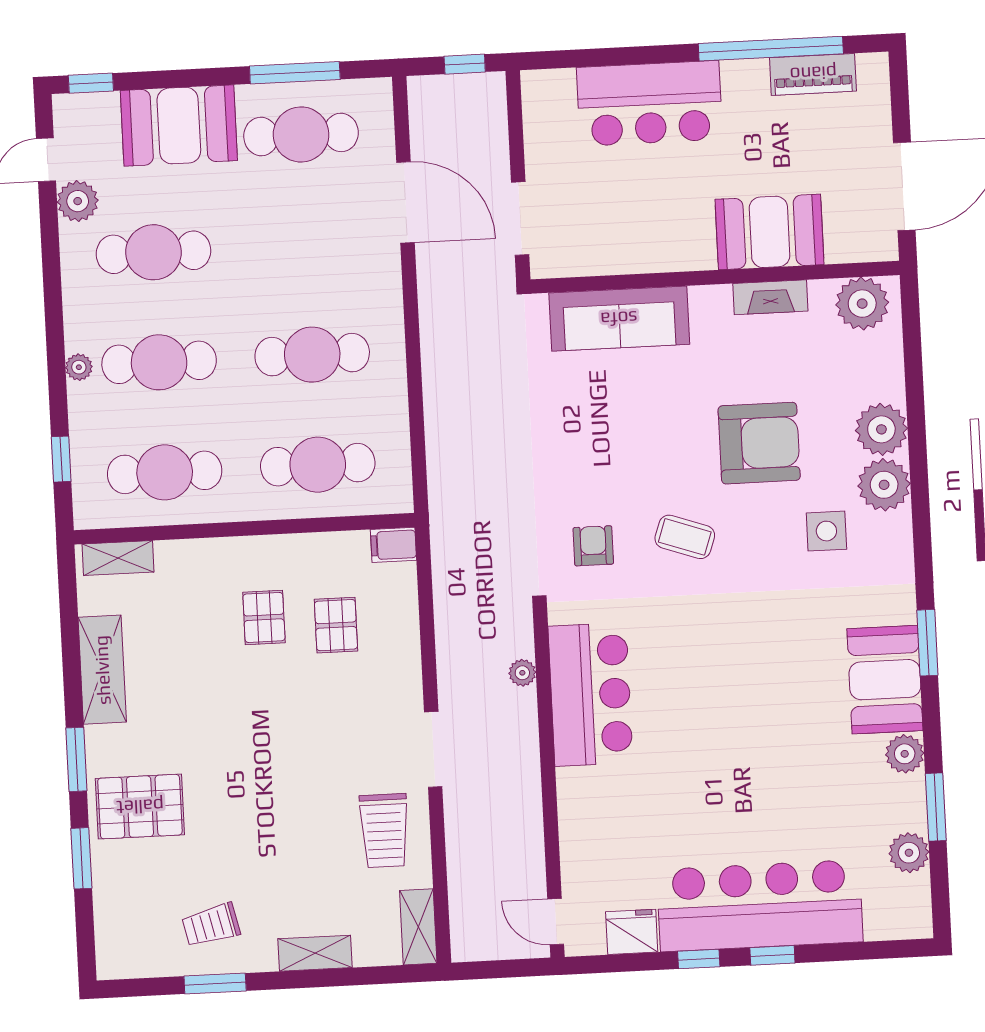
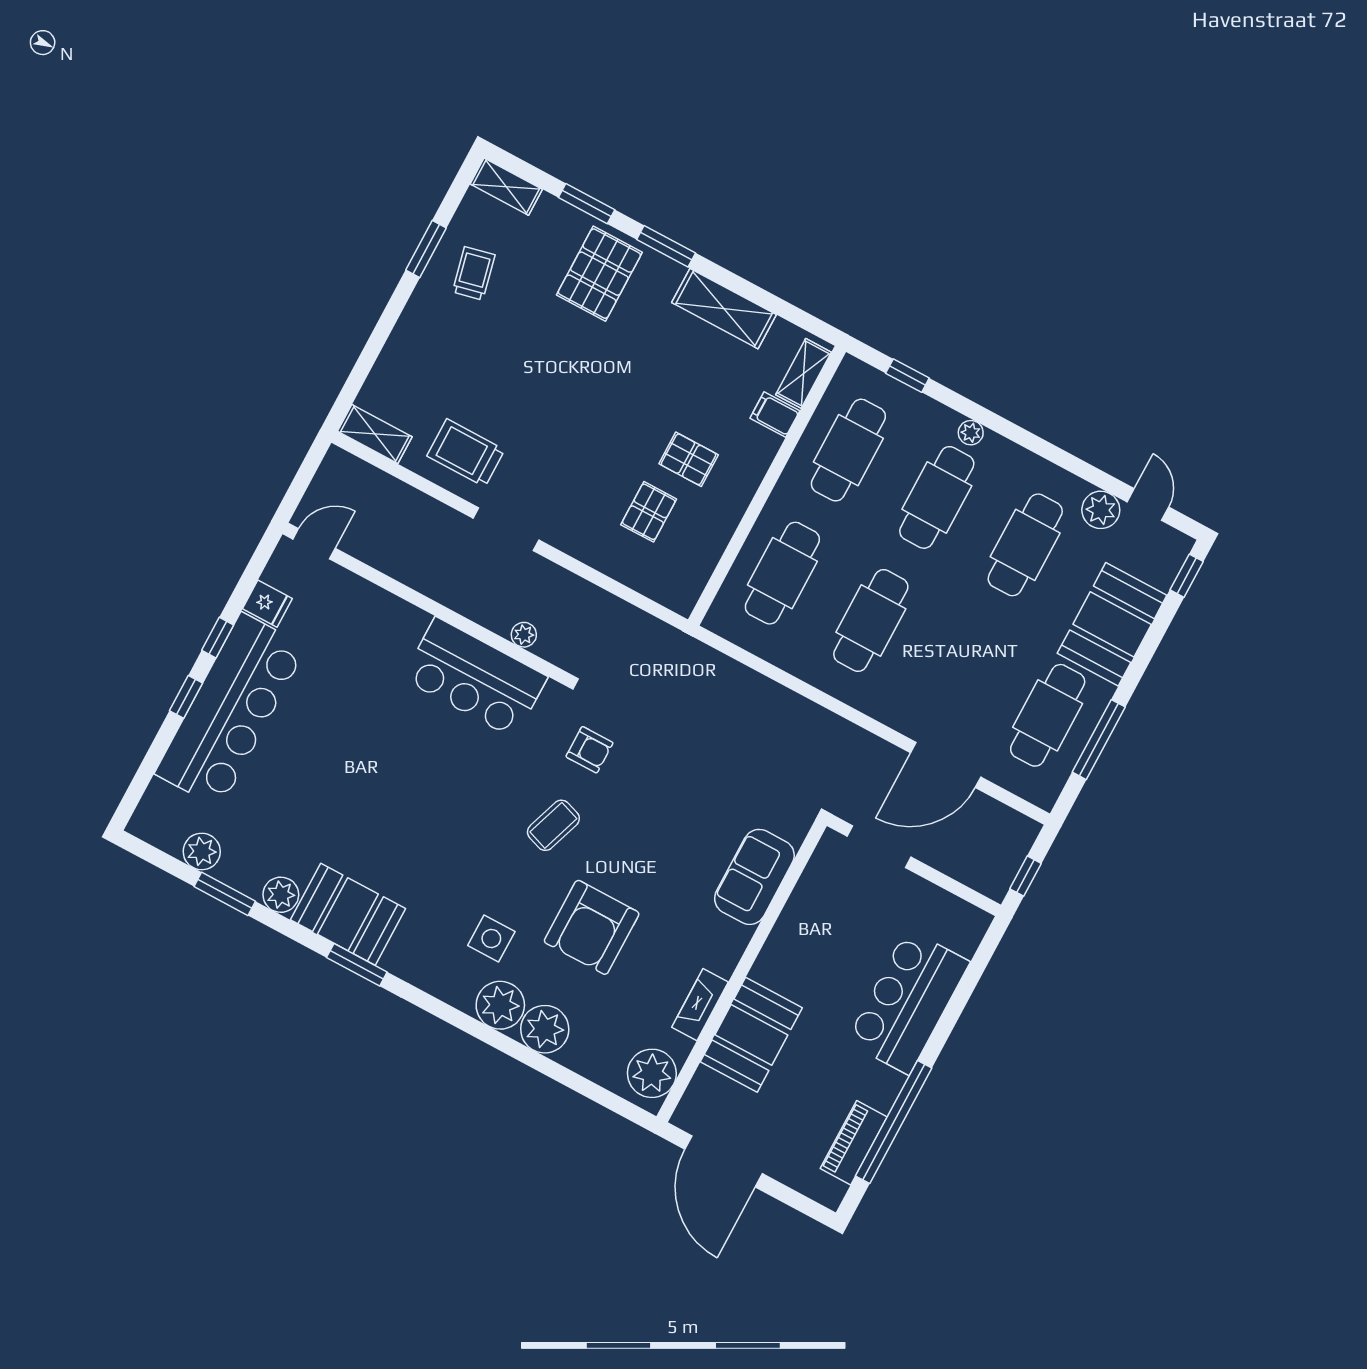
sofa: (619, 319) -> (754, 877), width x0.73
filing cabinet: (393, 545) -> (775, 415), moved, turned -90
pallet: (336, 625) -> (649, 512), turned 90
fridge: (632, 932) -> (267, 604), width x0.72
shelving: (315, 953) -> (506, 187), moved, turned 90

